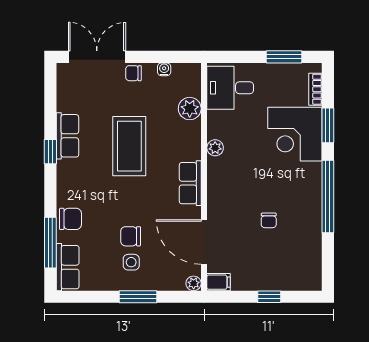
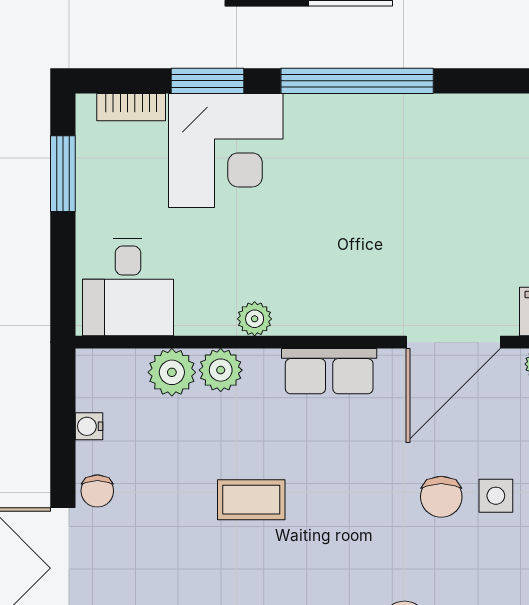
plant: (191, 132) -> (221, 370), added
coffee table: (129, 146) -> (251, 500), width x0.54, depth x0.58
chair: (269, 220) -> (408, 206), removed

